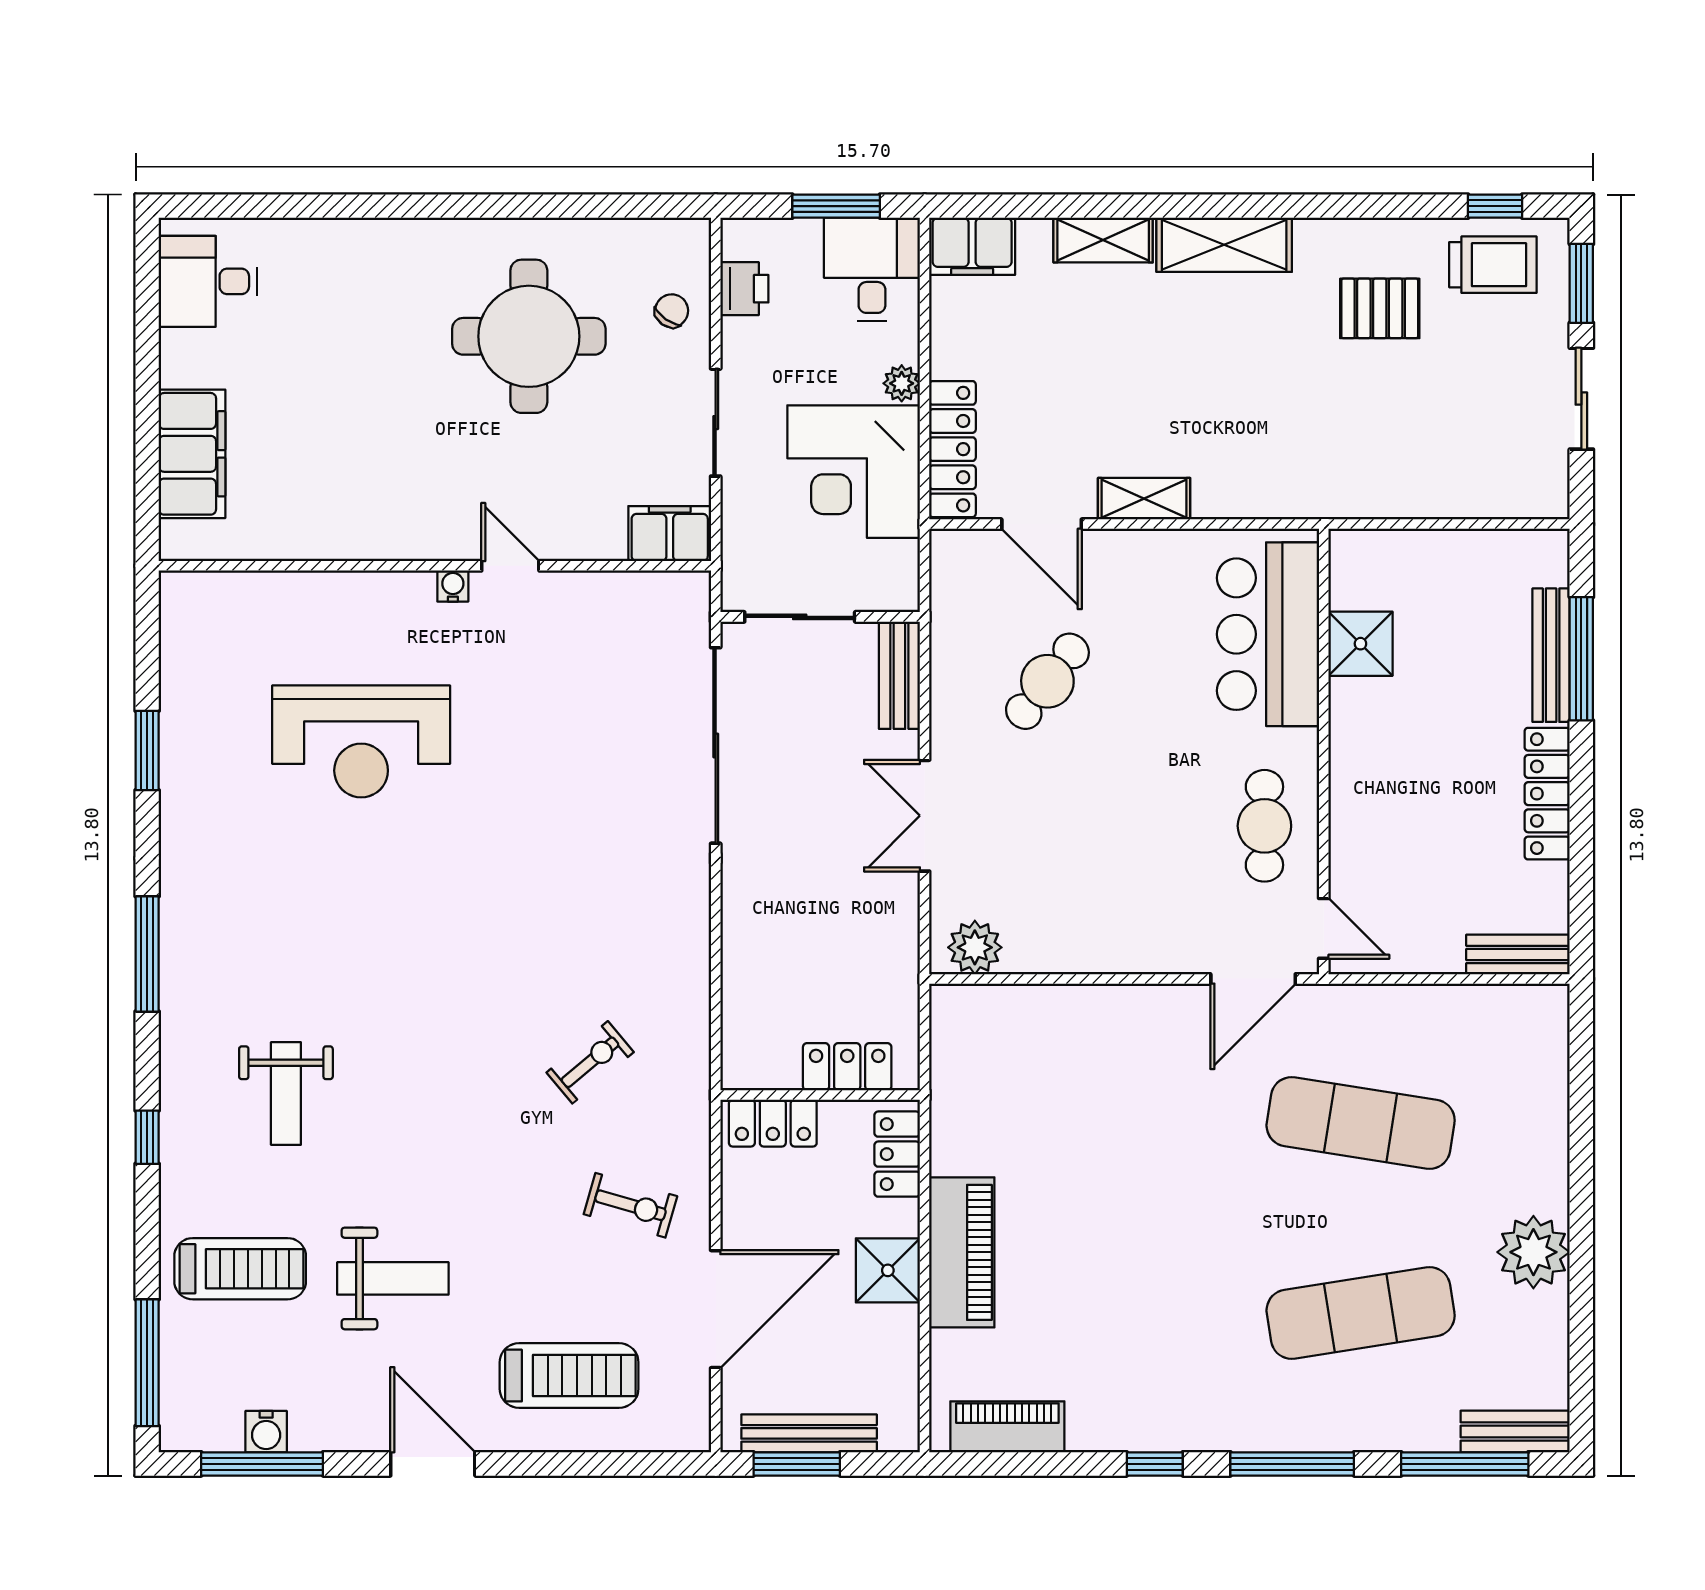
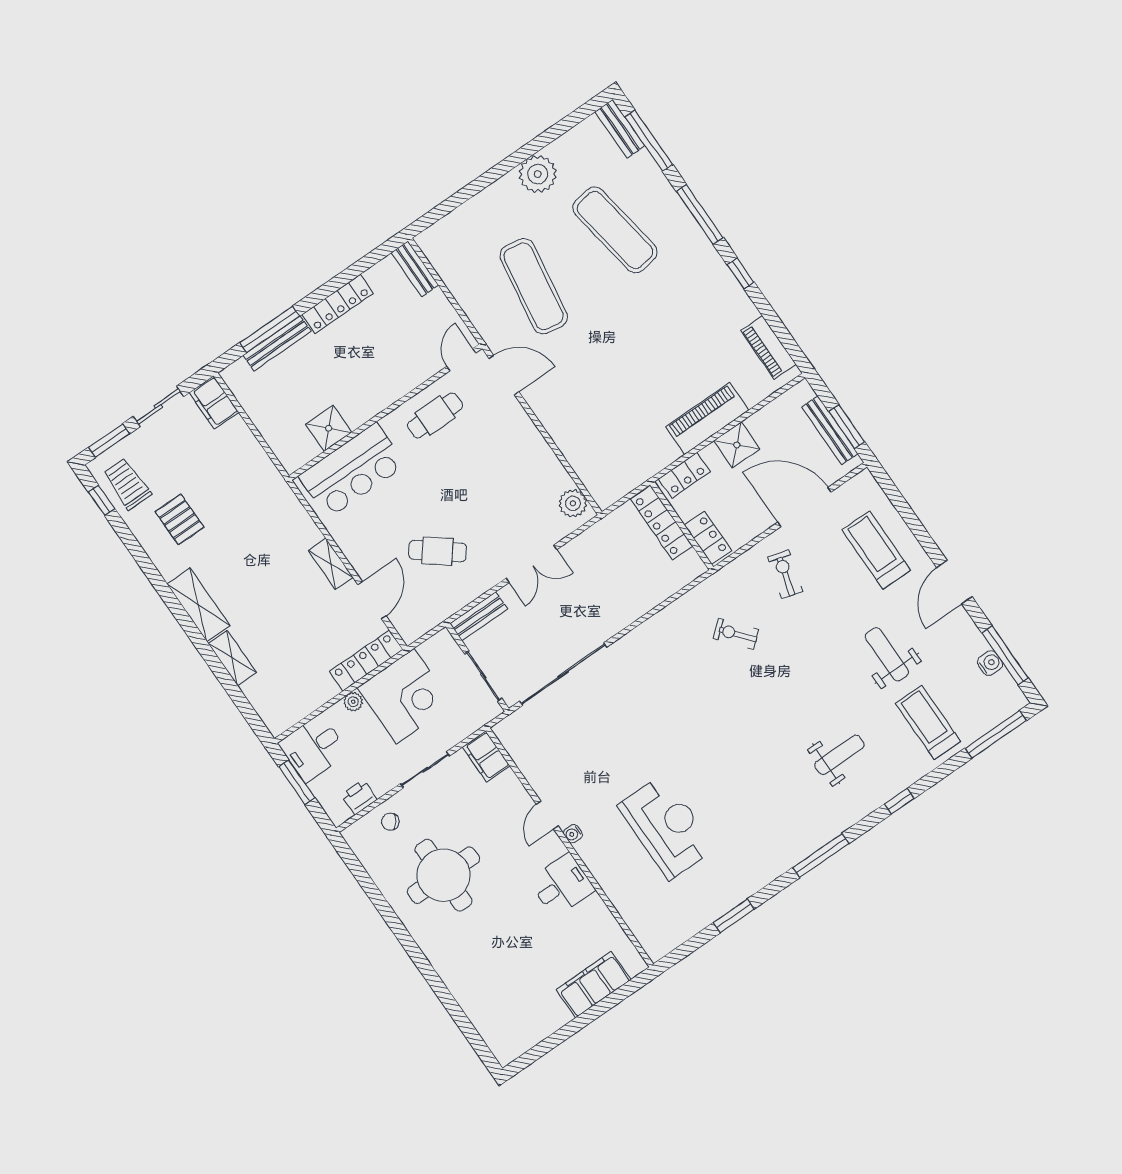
filing cabinet: (972, 246) -> (214, 402), moved, turned 180
desk: (208, 281) -> (562, 885), moved, turned -90
locker: (847, 1067) -> (662, 523), width x1.53

